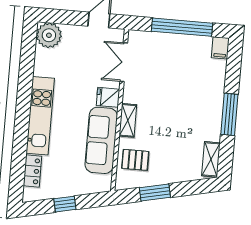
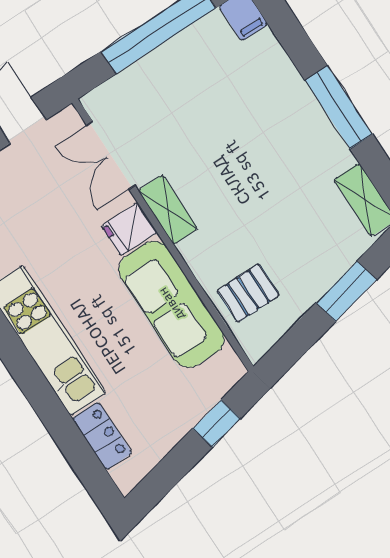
shelving: (128, 120) -> (168, 210), moved
window: (155, 192) -> (346, 291), moved
window: (65, 204) -> (217, 423), moved

